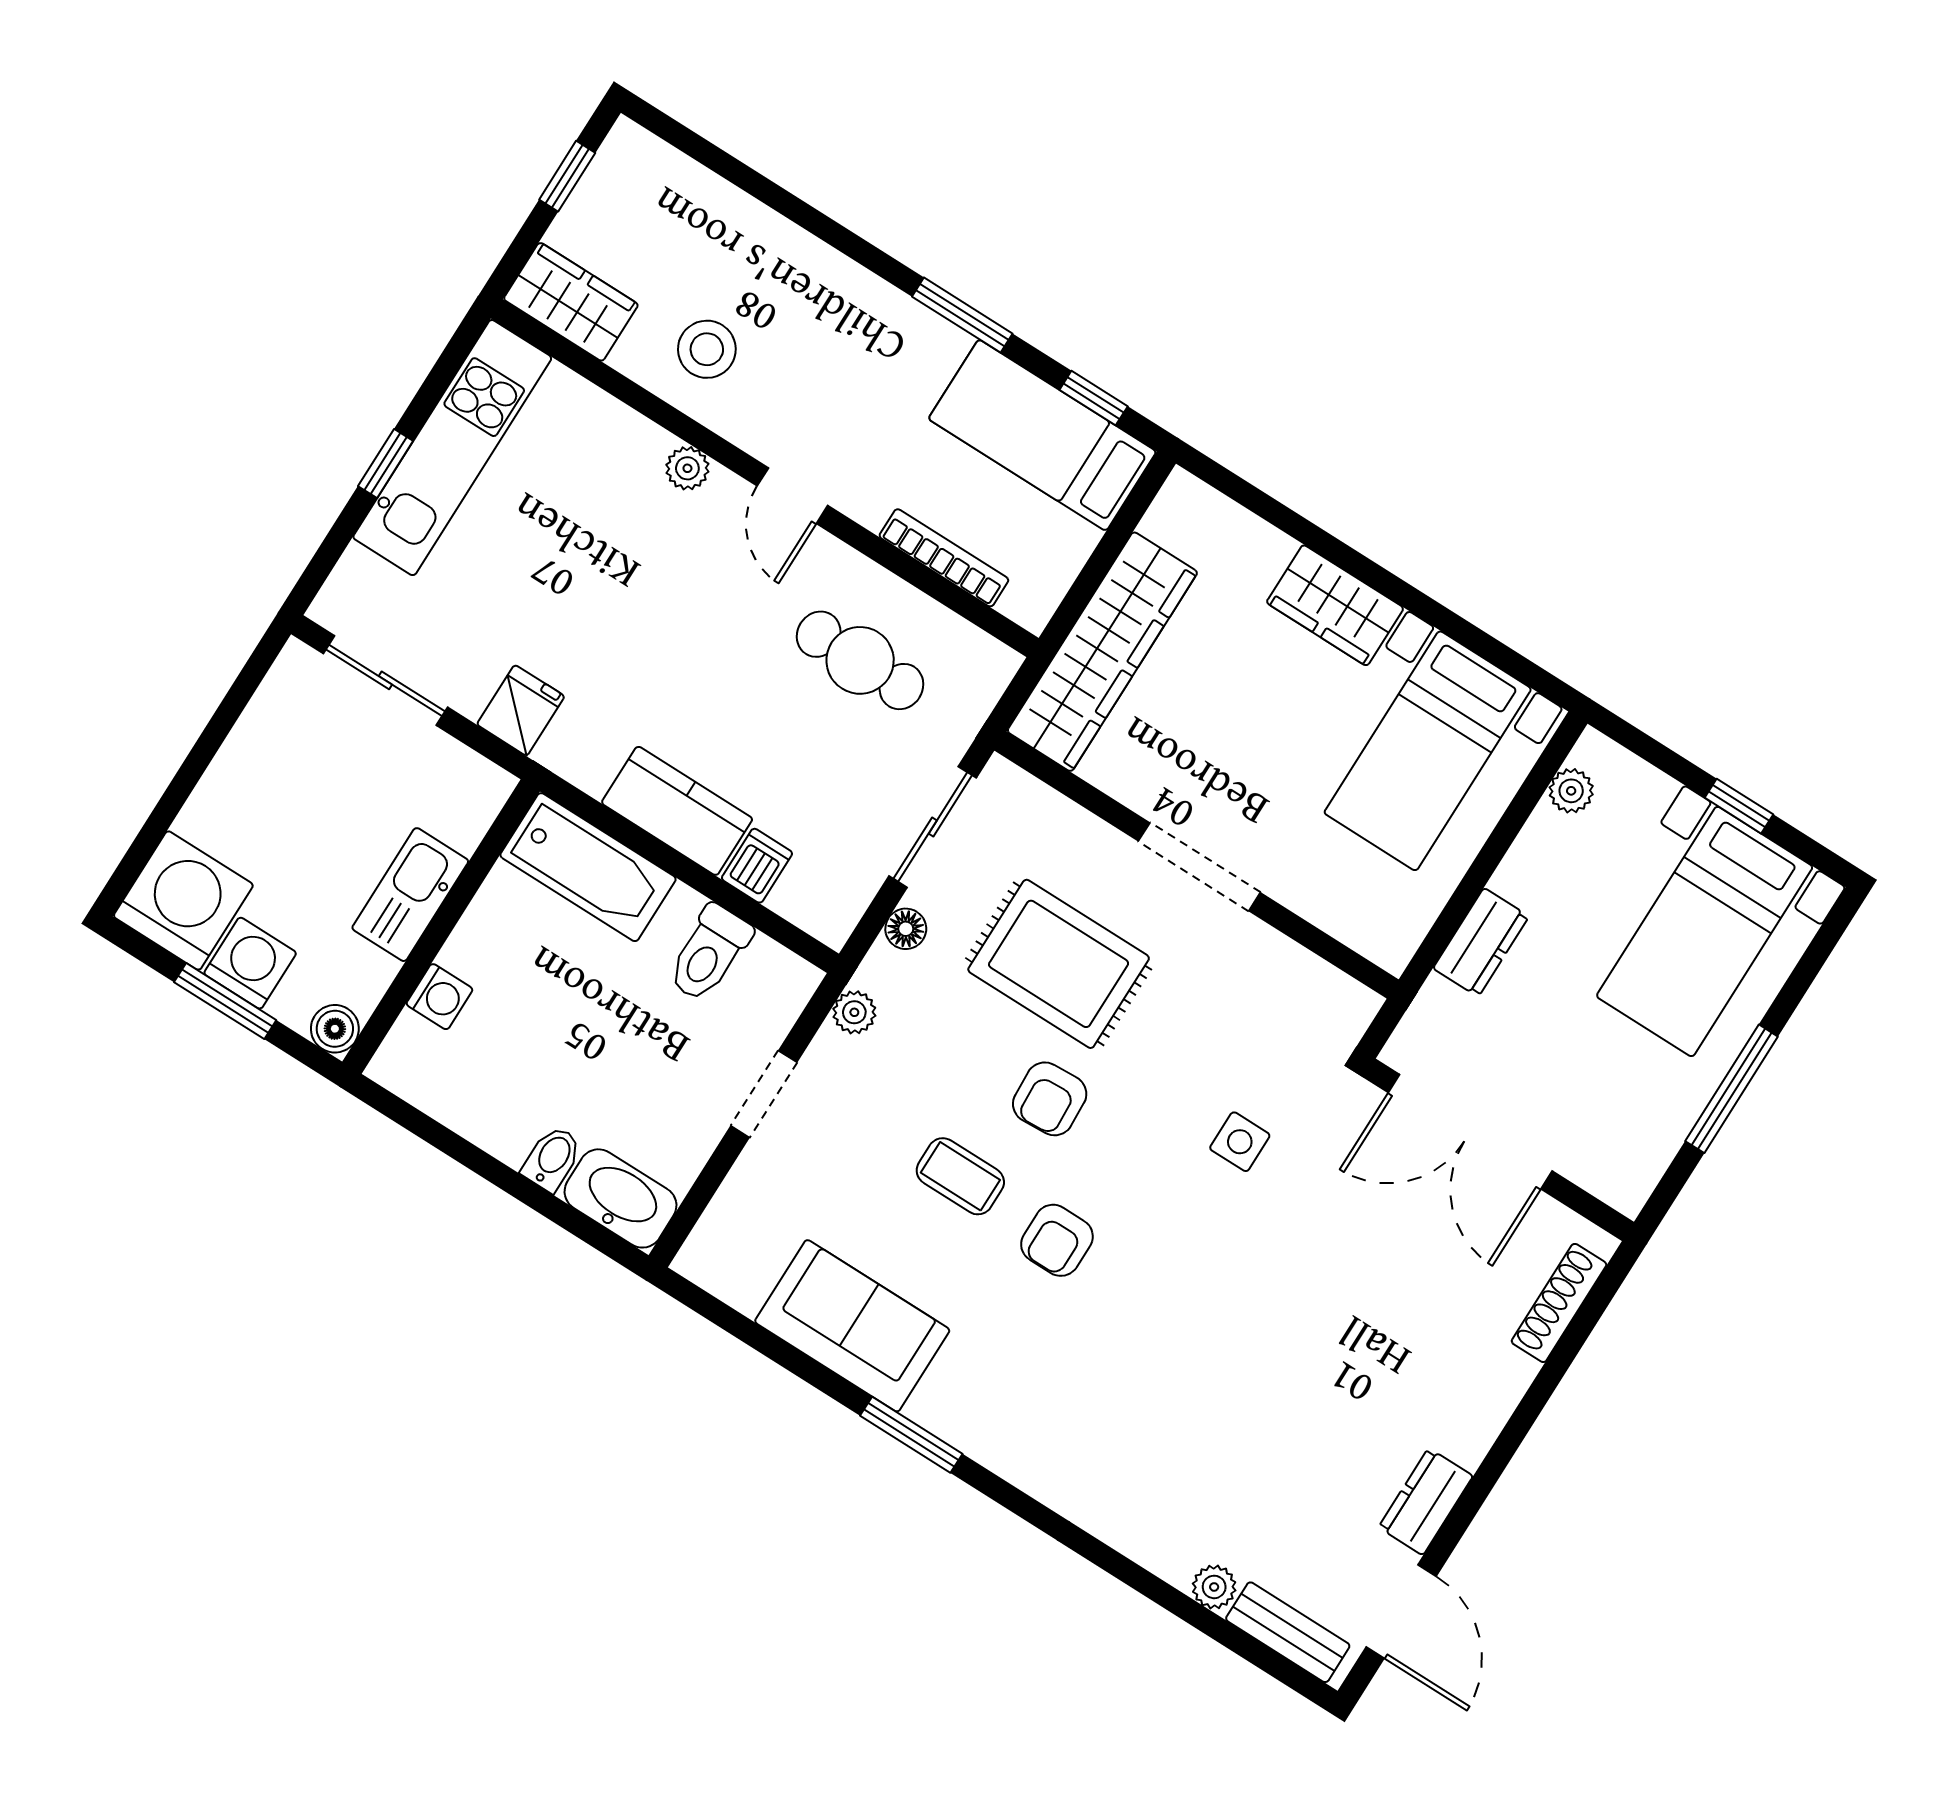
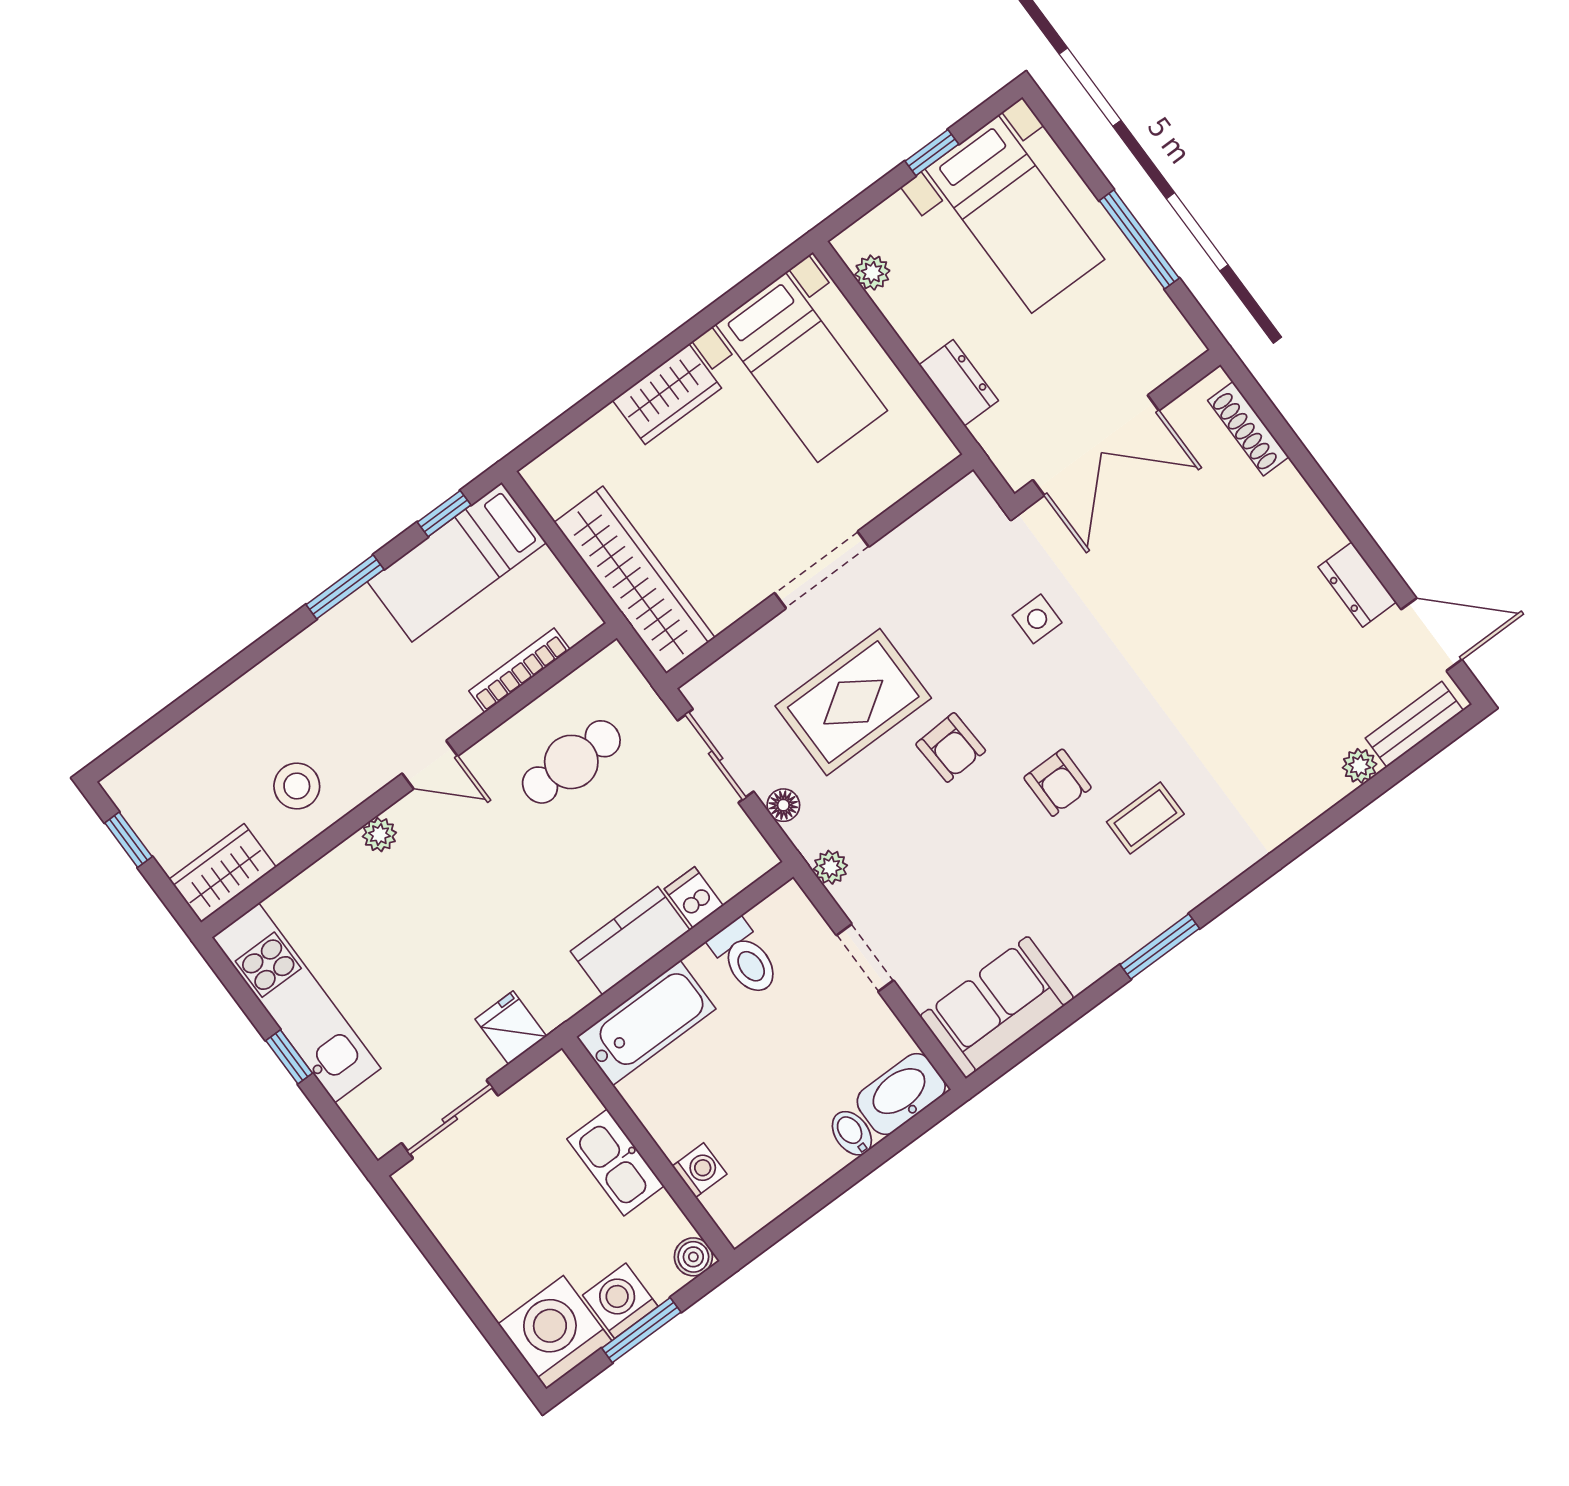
coffee table: (960, 1176) -> (1145, 818), moved
sofa: (852, 1326) -> (997, 1007), moved

